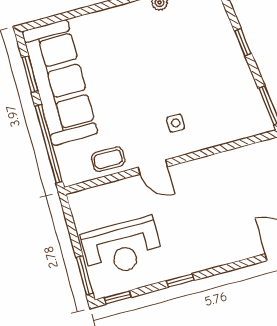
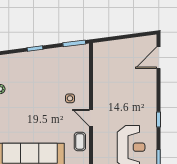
door: (153, 167) -> (91, 118), swing flipped

